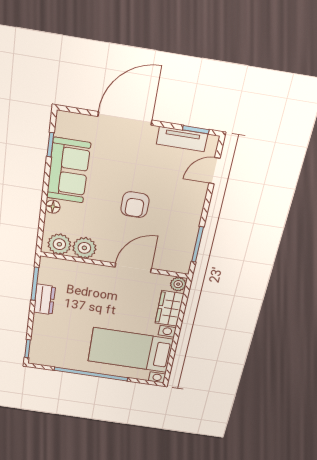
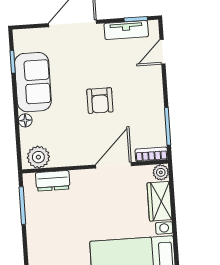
plant: (84, 248) -> (63, 155), removed
bookcase: (174, 266) -> (151, 154), added
dresser: (44, 299) -> (53, 181), moved, turned 90

